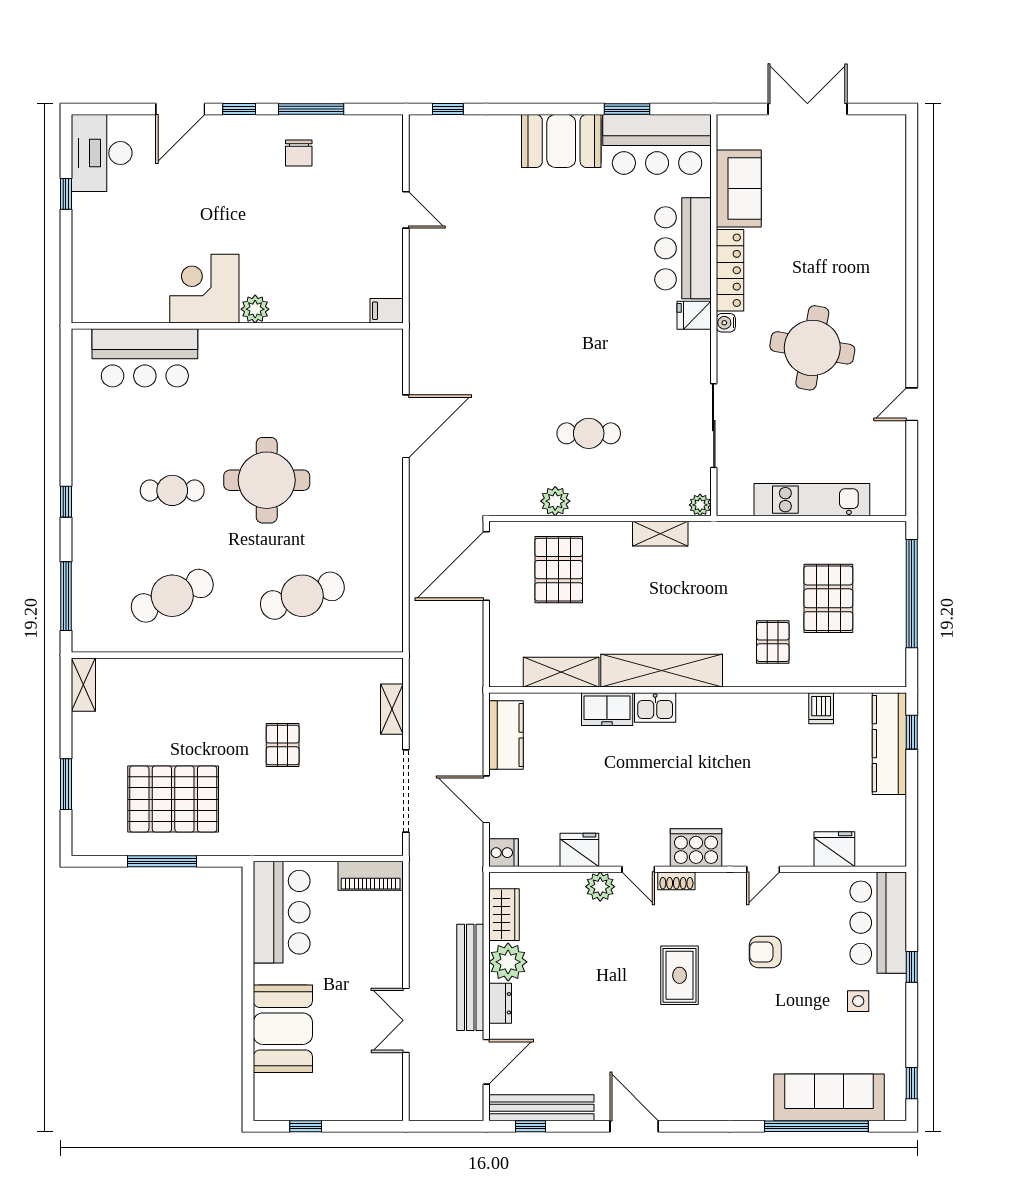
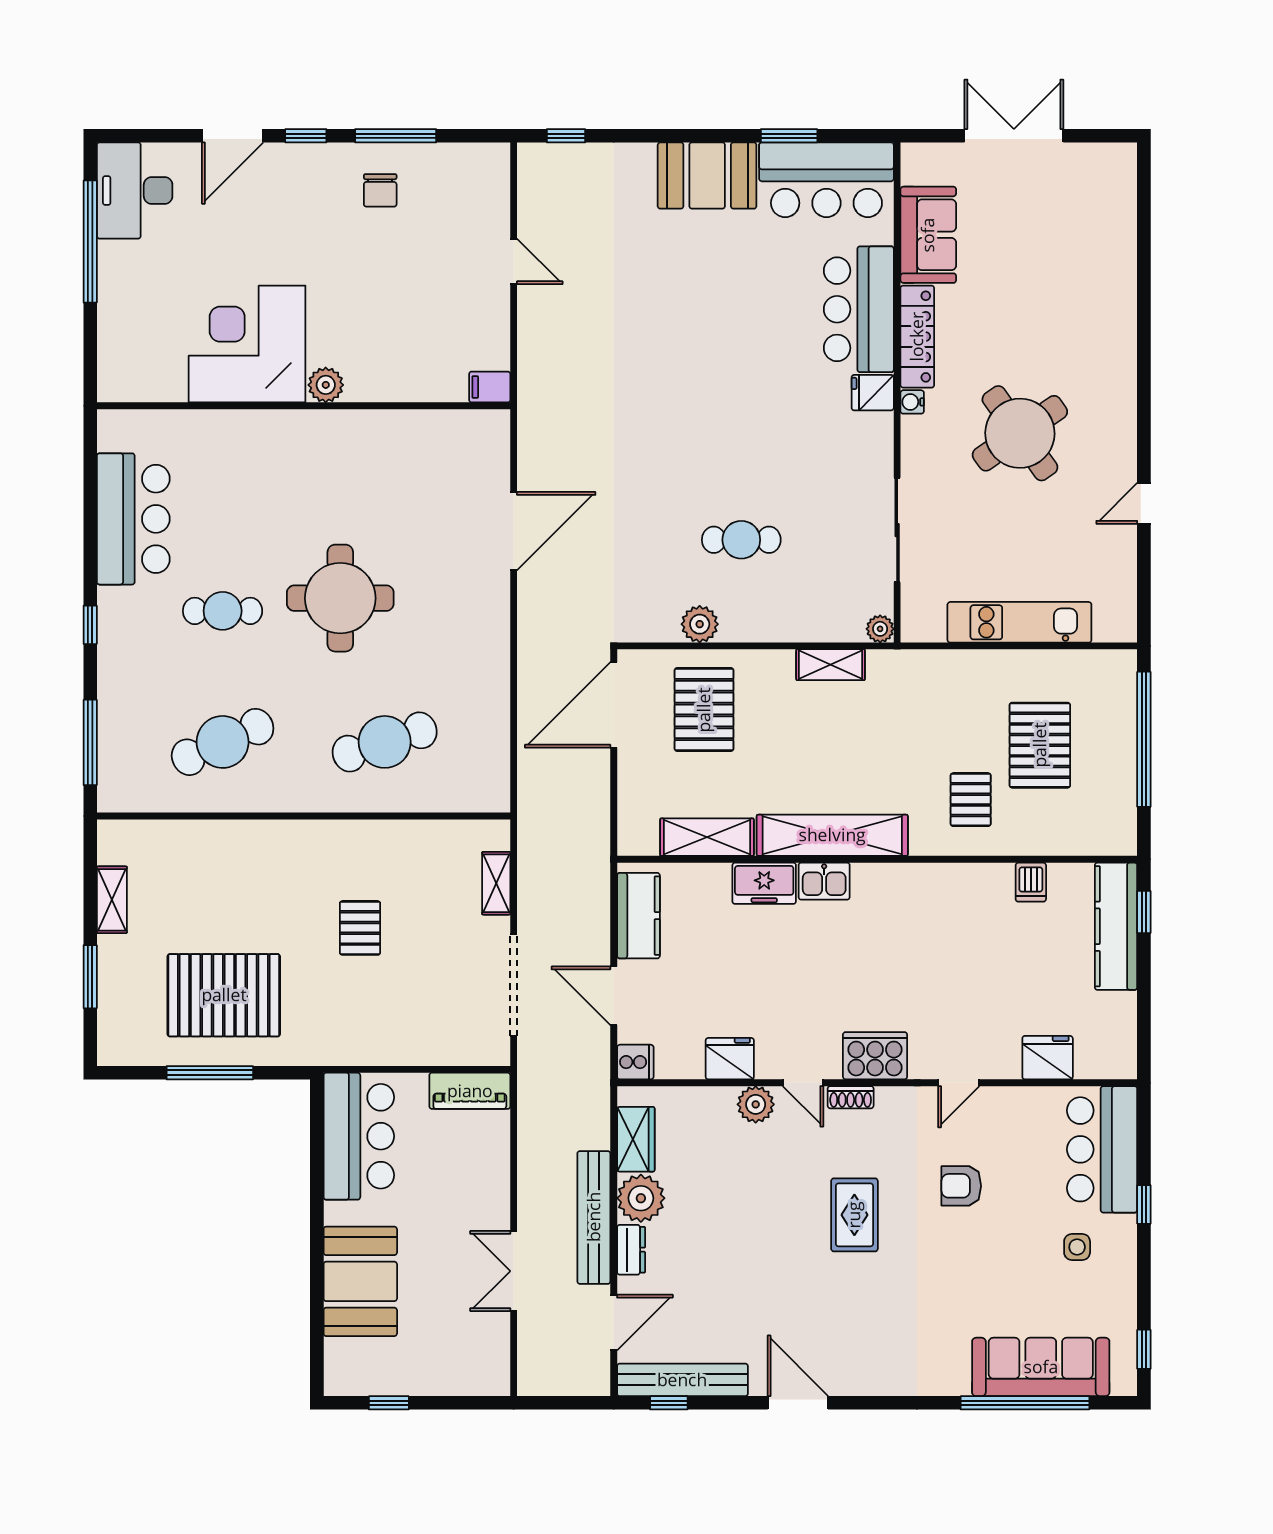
window: (66, 194) -> (90, 242), width x3.17
corner desk: (204, 289) -> (247, 344), width x1.36, depth x1.36
round table: (812, 348) -> (1020, 433), turned 45
bar counter: (145, 358) -> (133, 519), moved, turned -90
shelving: (83, 685) -> (112, 900), moved

